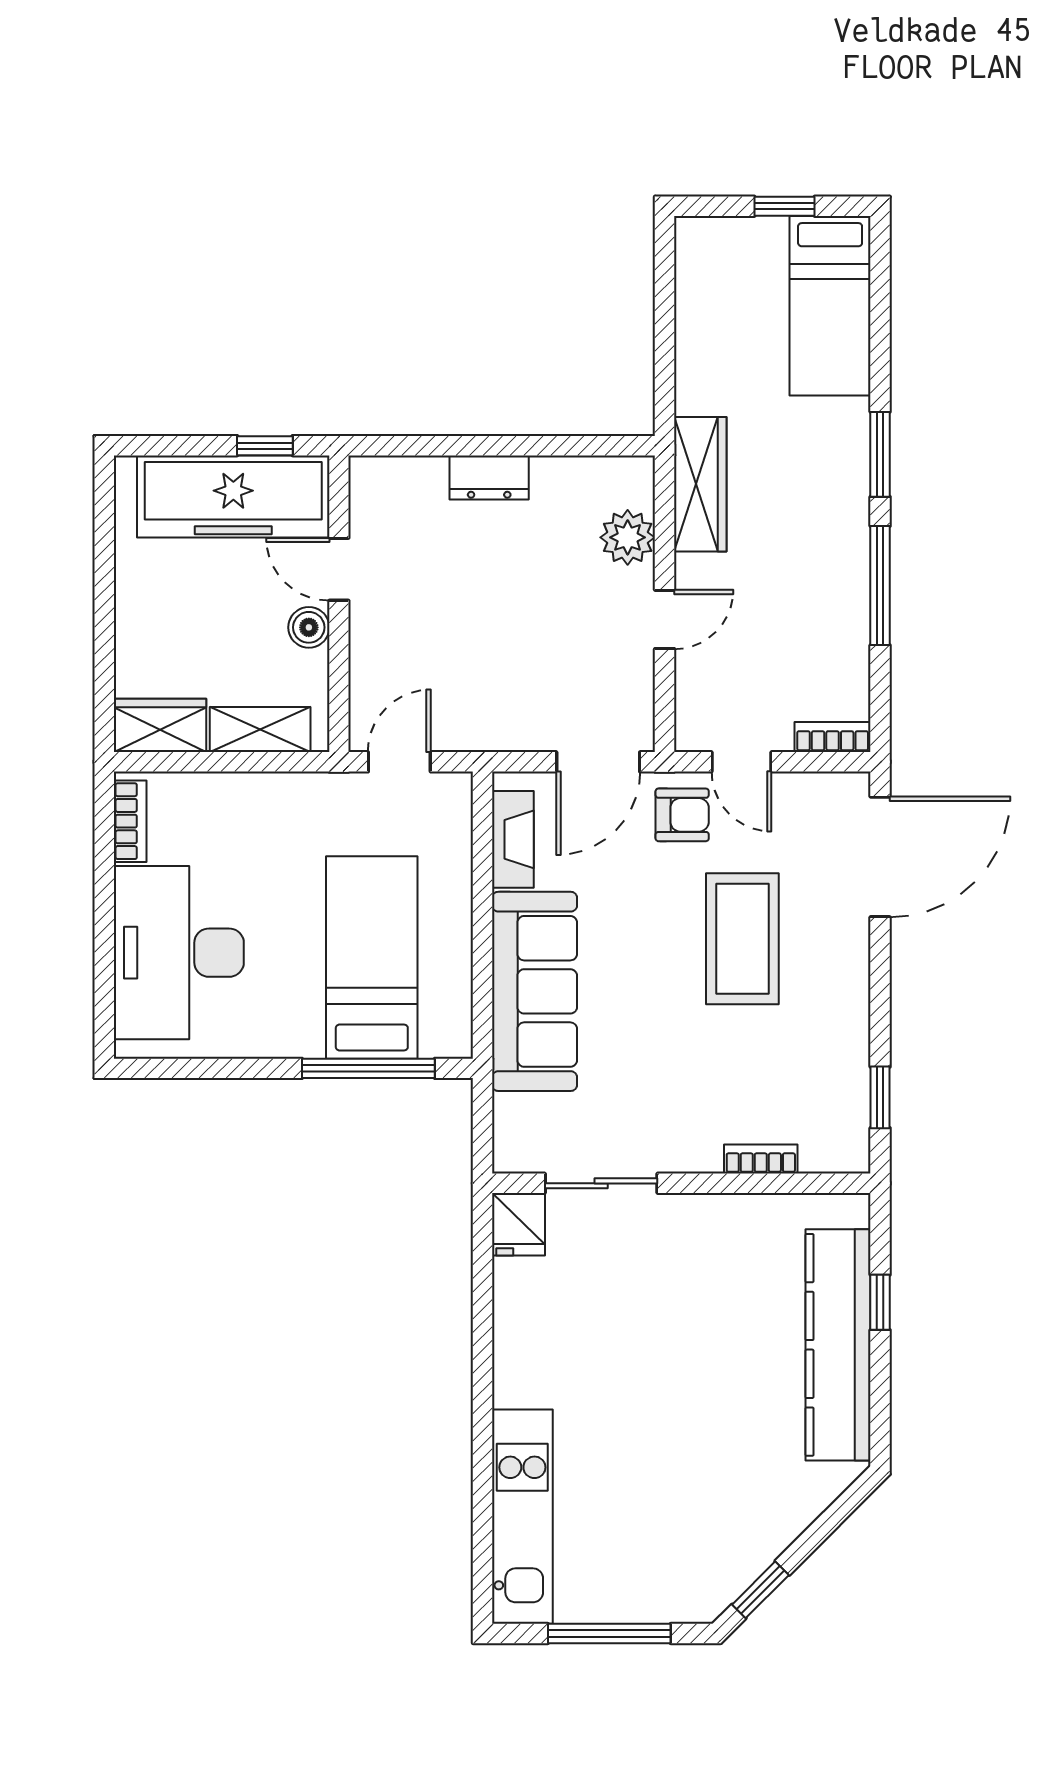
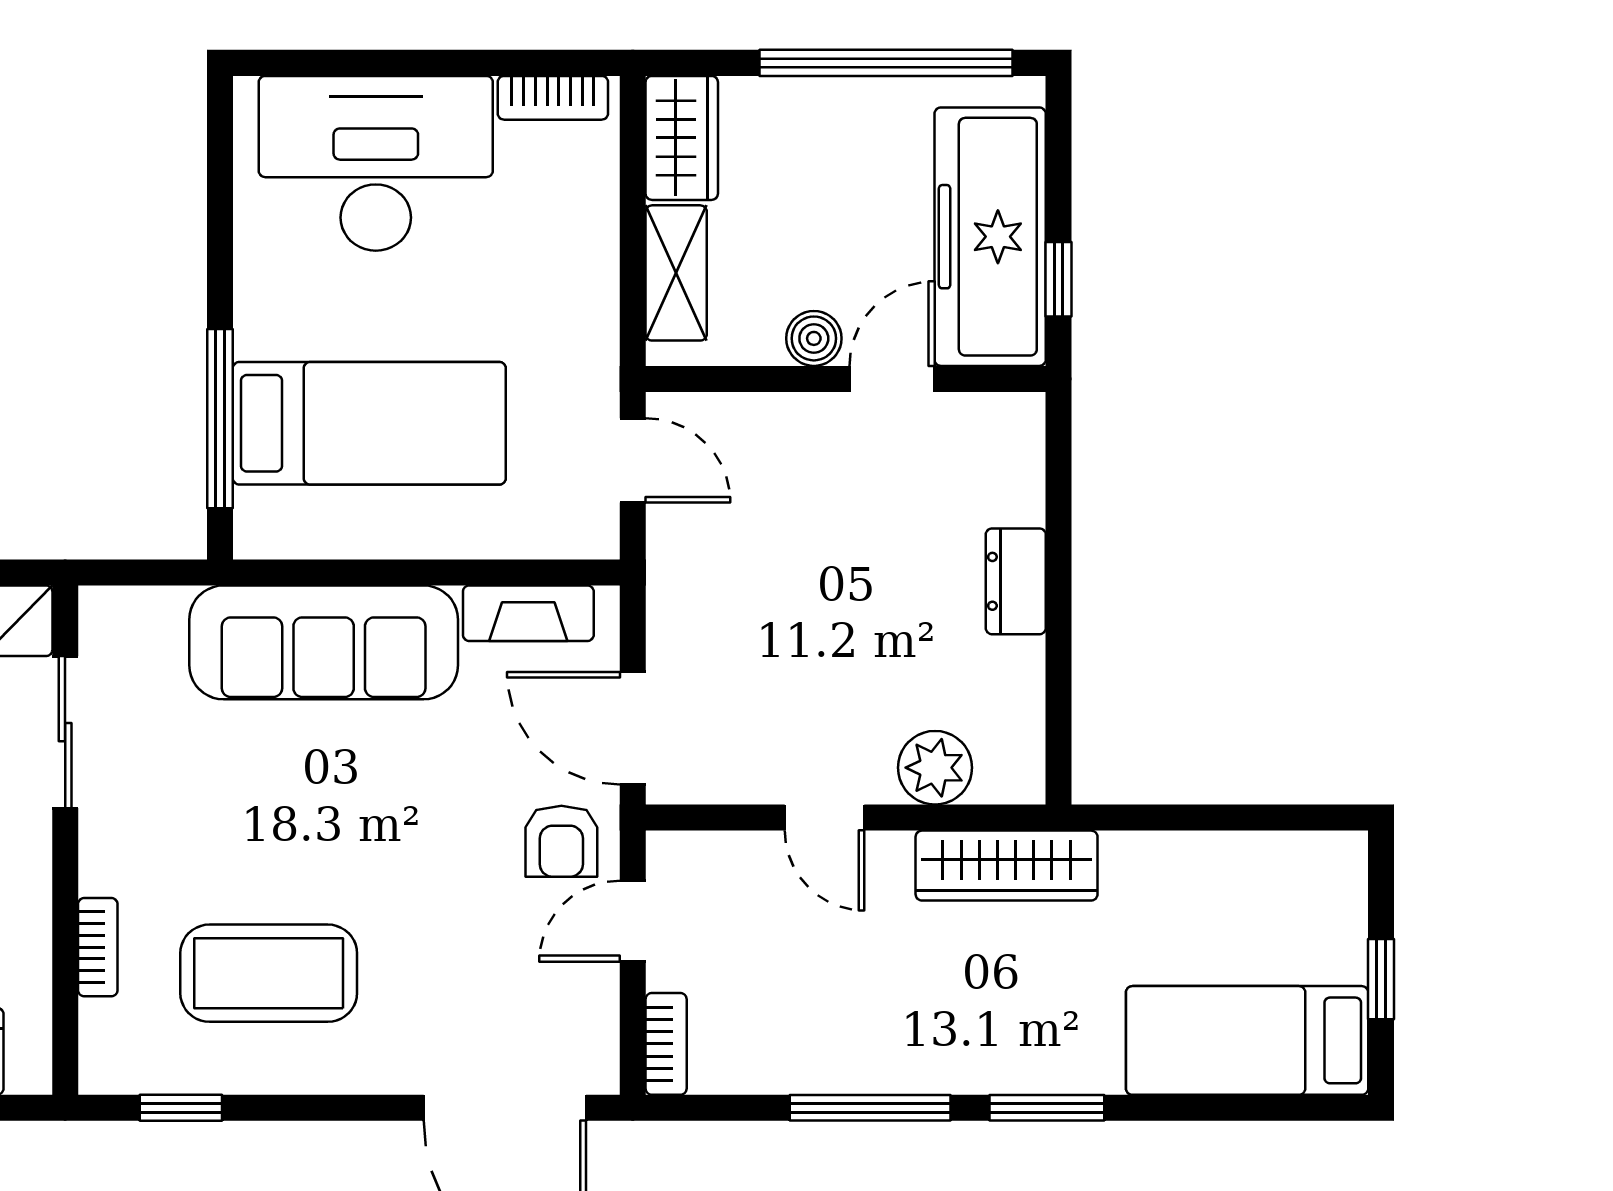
window: (104, 574) -> (886, 63), added
coffee table: (742, 939) -> (269, 973), moved

